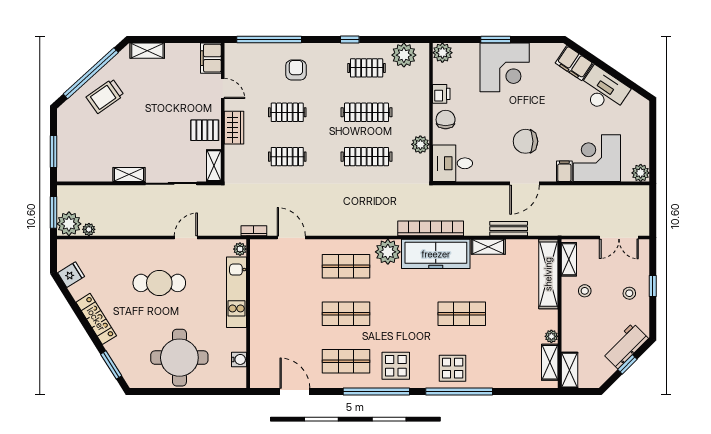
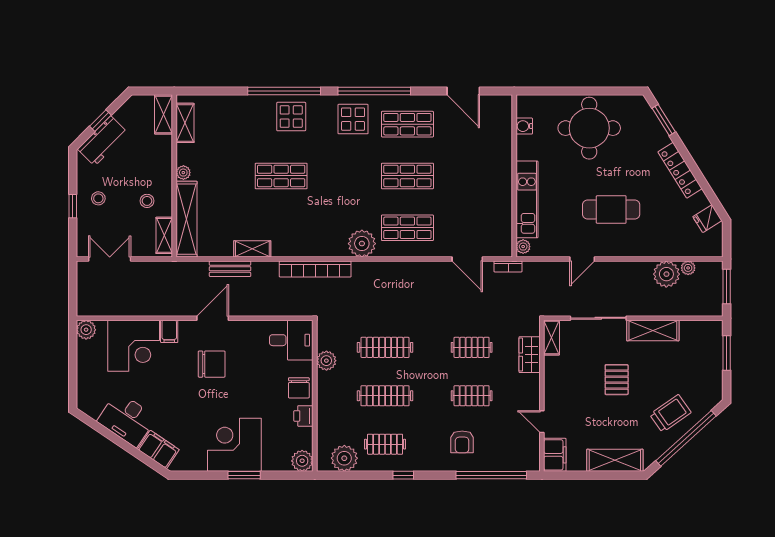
shelving: (147, 51) -> (615, 460), width x1.50, depth x1.33
wardrobe: (234, 128) -> (530, 355), moved
pallet: (205, 130) -> (617, 380), moved, turned 90
shelving: (129, 175) -> (653, 330), width x1.50, depth x1.33
plant: (69, 224) -> (666, 274), moved
freezer: (436, 254) -> (309, 241), removed
plant: (551, 336) -> (183, 173), moved

